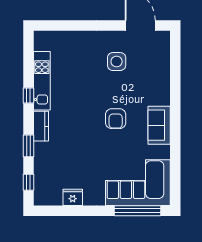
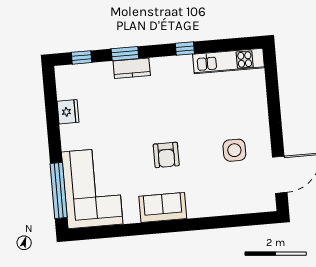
kitchen unit: (42, 81) -> (229, 61), moved
armchair: (116, 119) -> (166, 155), turned -90
kitchen counter: (41, 126) -> (132, 68), moved

